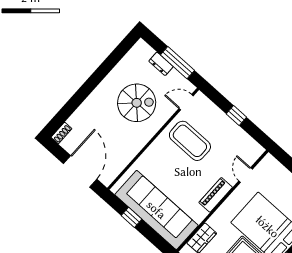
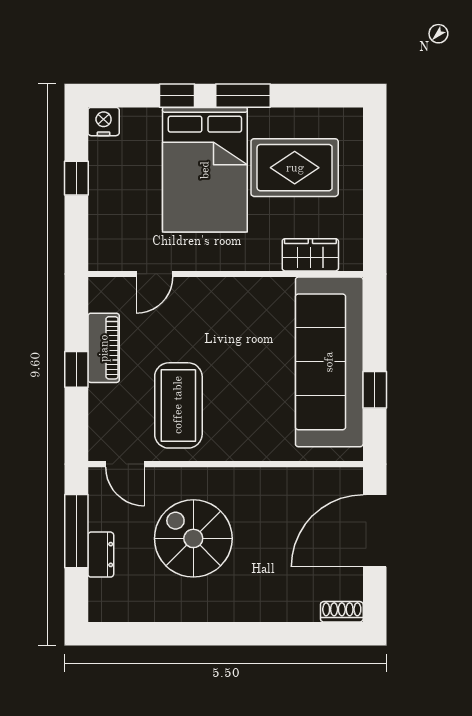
piano: (216, 195) -> (104, 348), moved, turned -90

